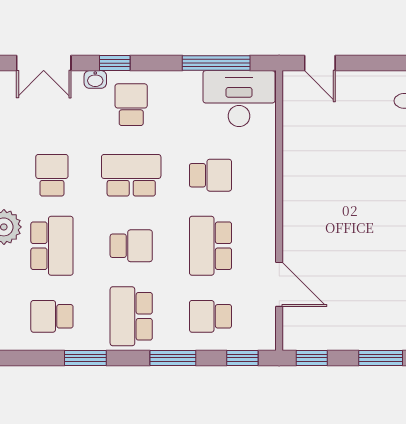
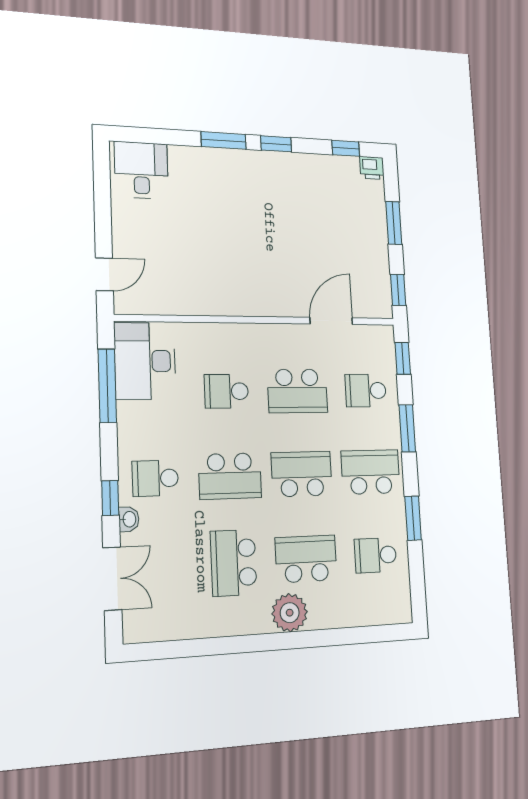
school desk: (52, 175) -> (234, 563), width x1.85
school desk: (131, 175) -> (230, 476), turned -90
school desk: (210, 175) -> (226, 391), turned -90
school desk: (131, 246) -> (302, 474), width x1.85
school desk: (52, 316) -> (376, 555), turned 90
school desk: (131, 316) -> (371, 472), turned 180
school desk: (210, 316) -> (366, 390), turned 90

